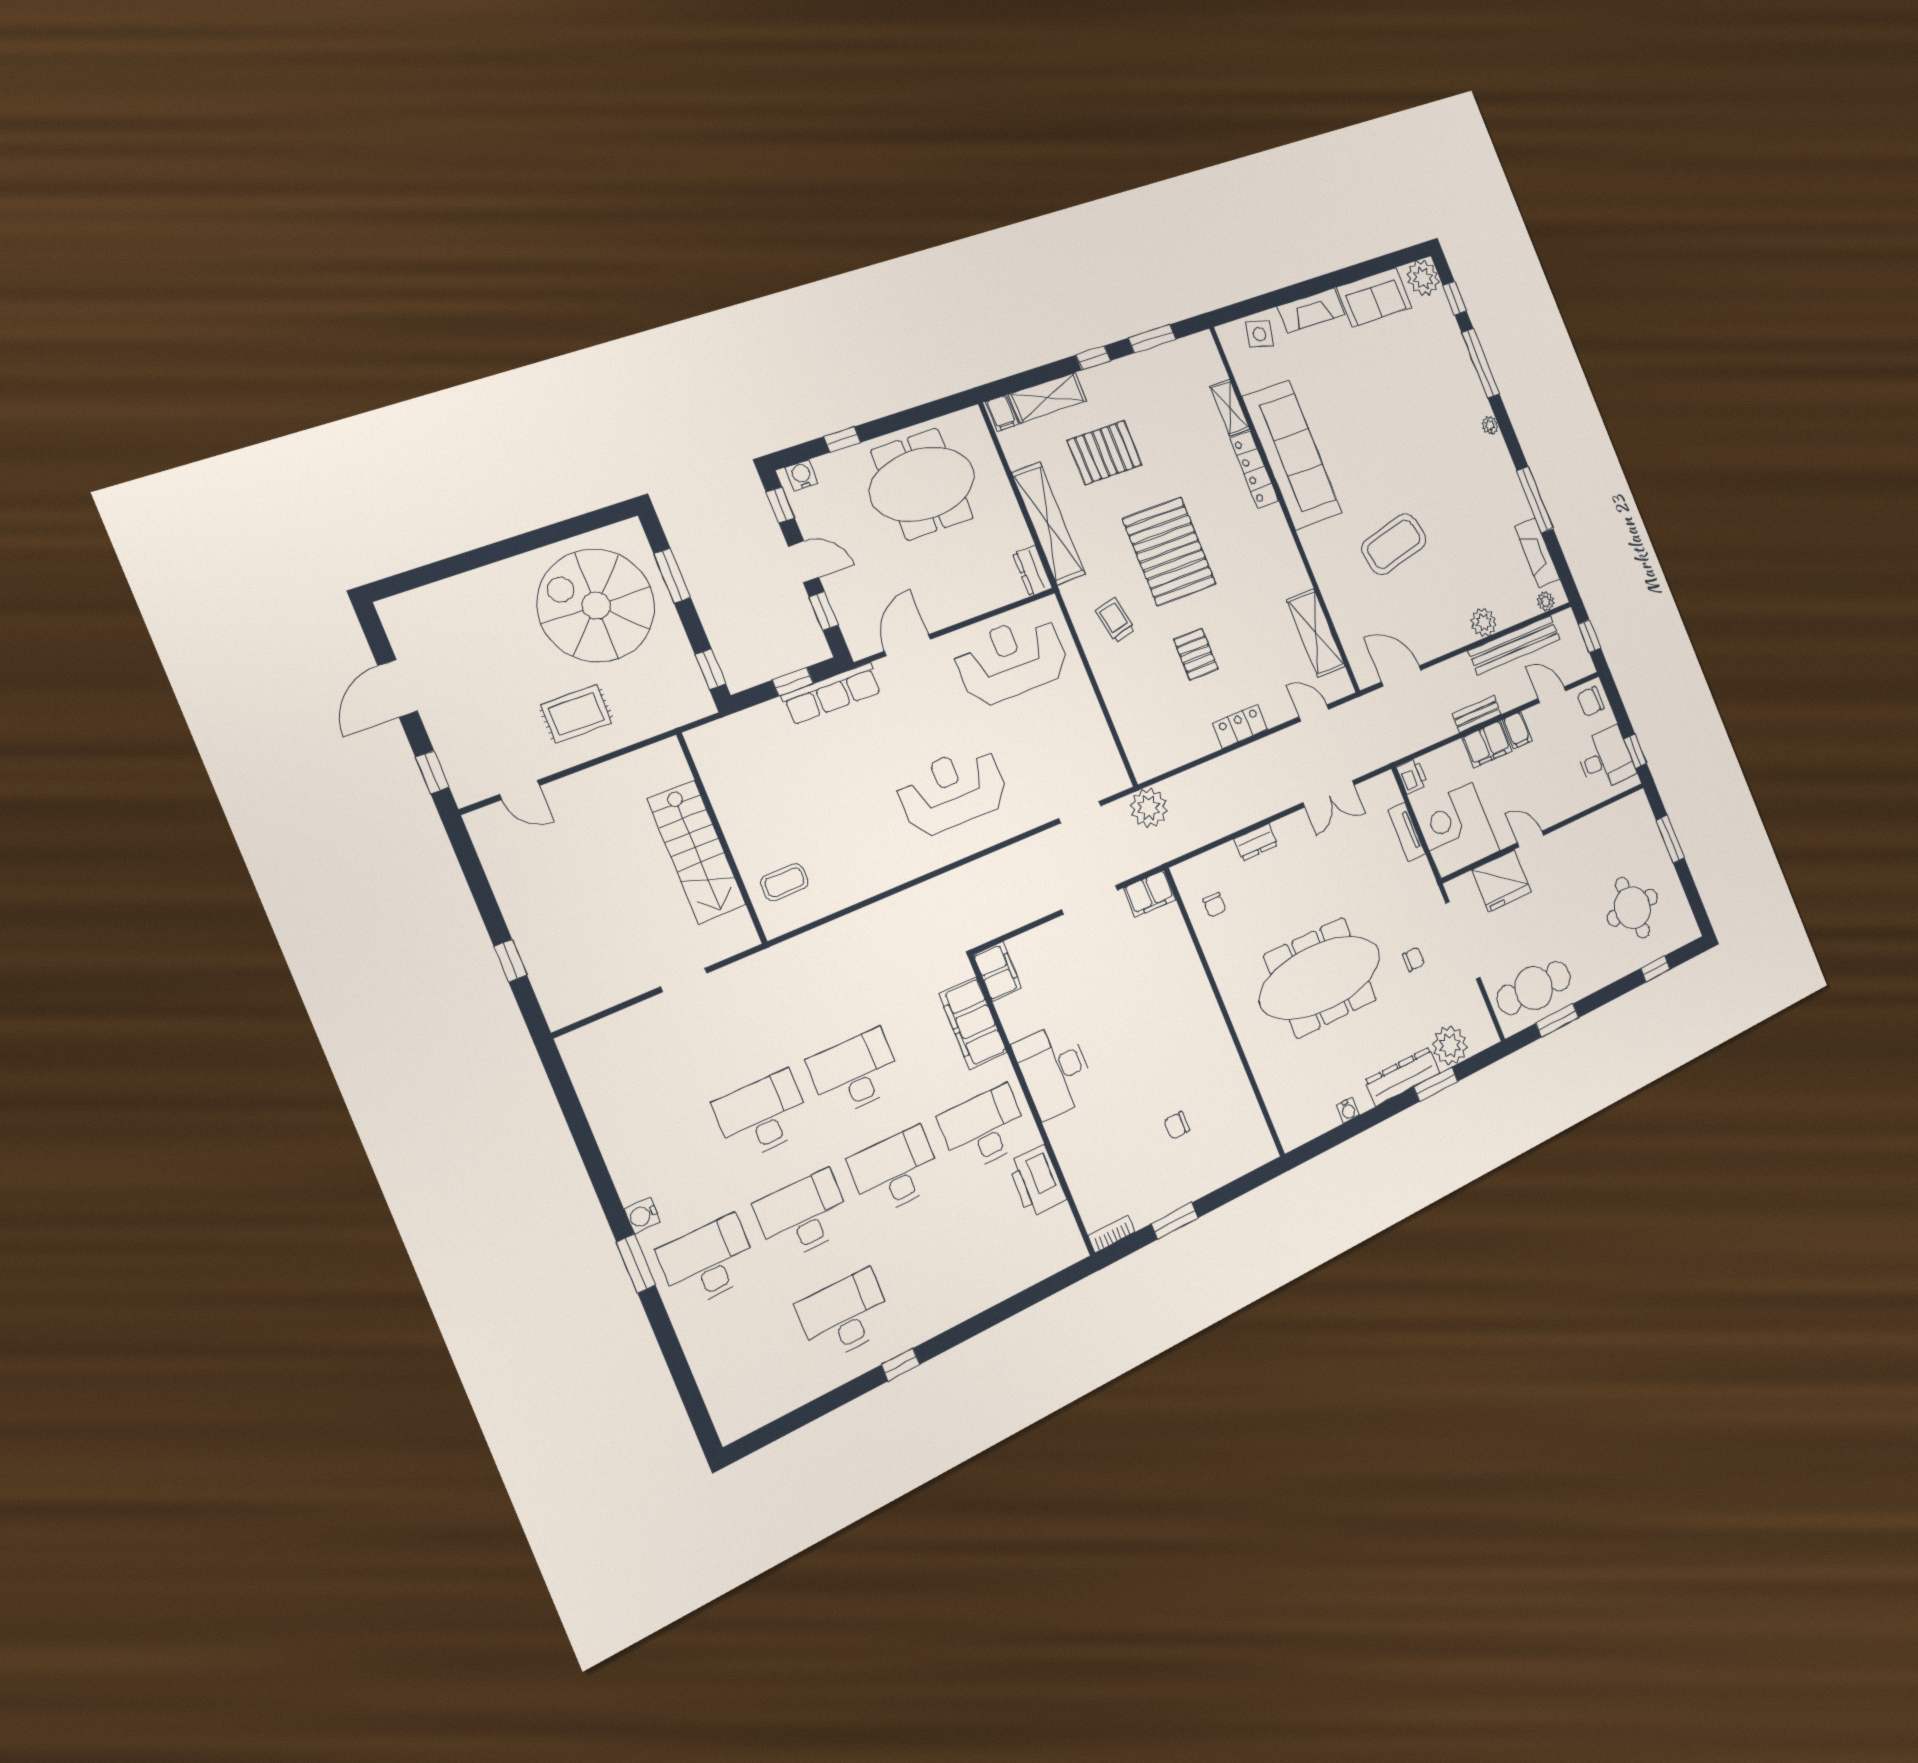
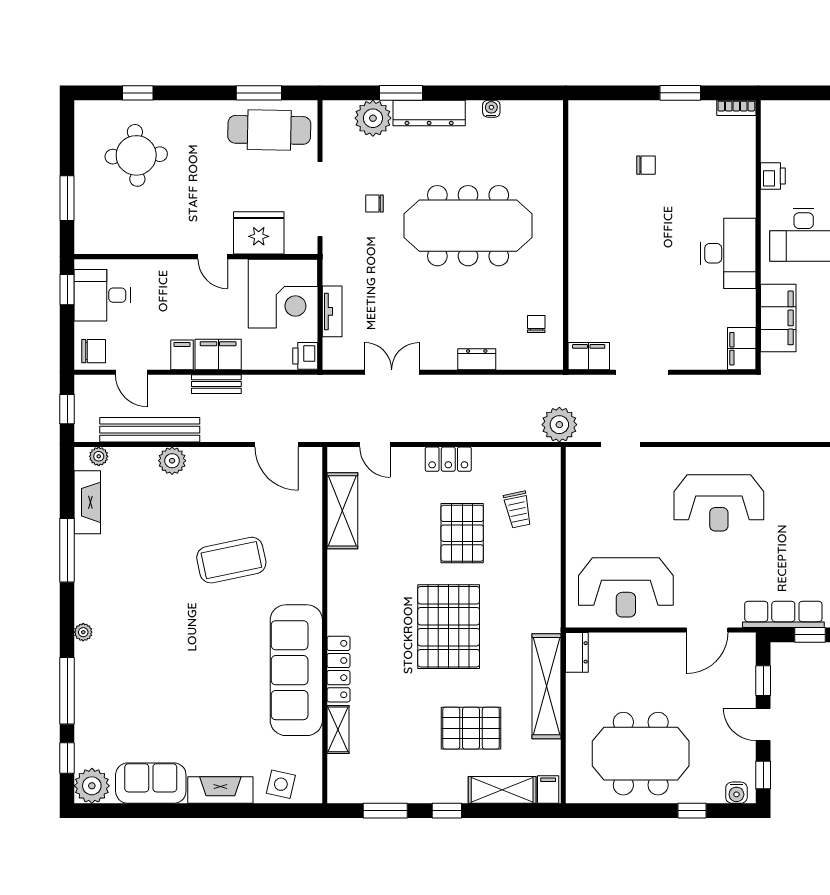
trolley: (1115, 620) -> (518, 510), moved
pallet: (1196, 654) -> (462, 533), width x1.50, depth x1.42
printer: (1037, 1181) -> (773, 176), width x0.53, depth x0.68

